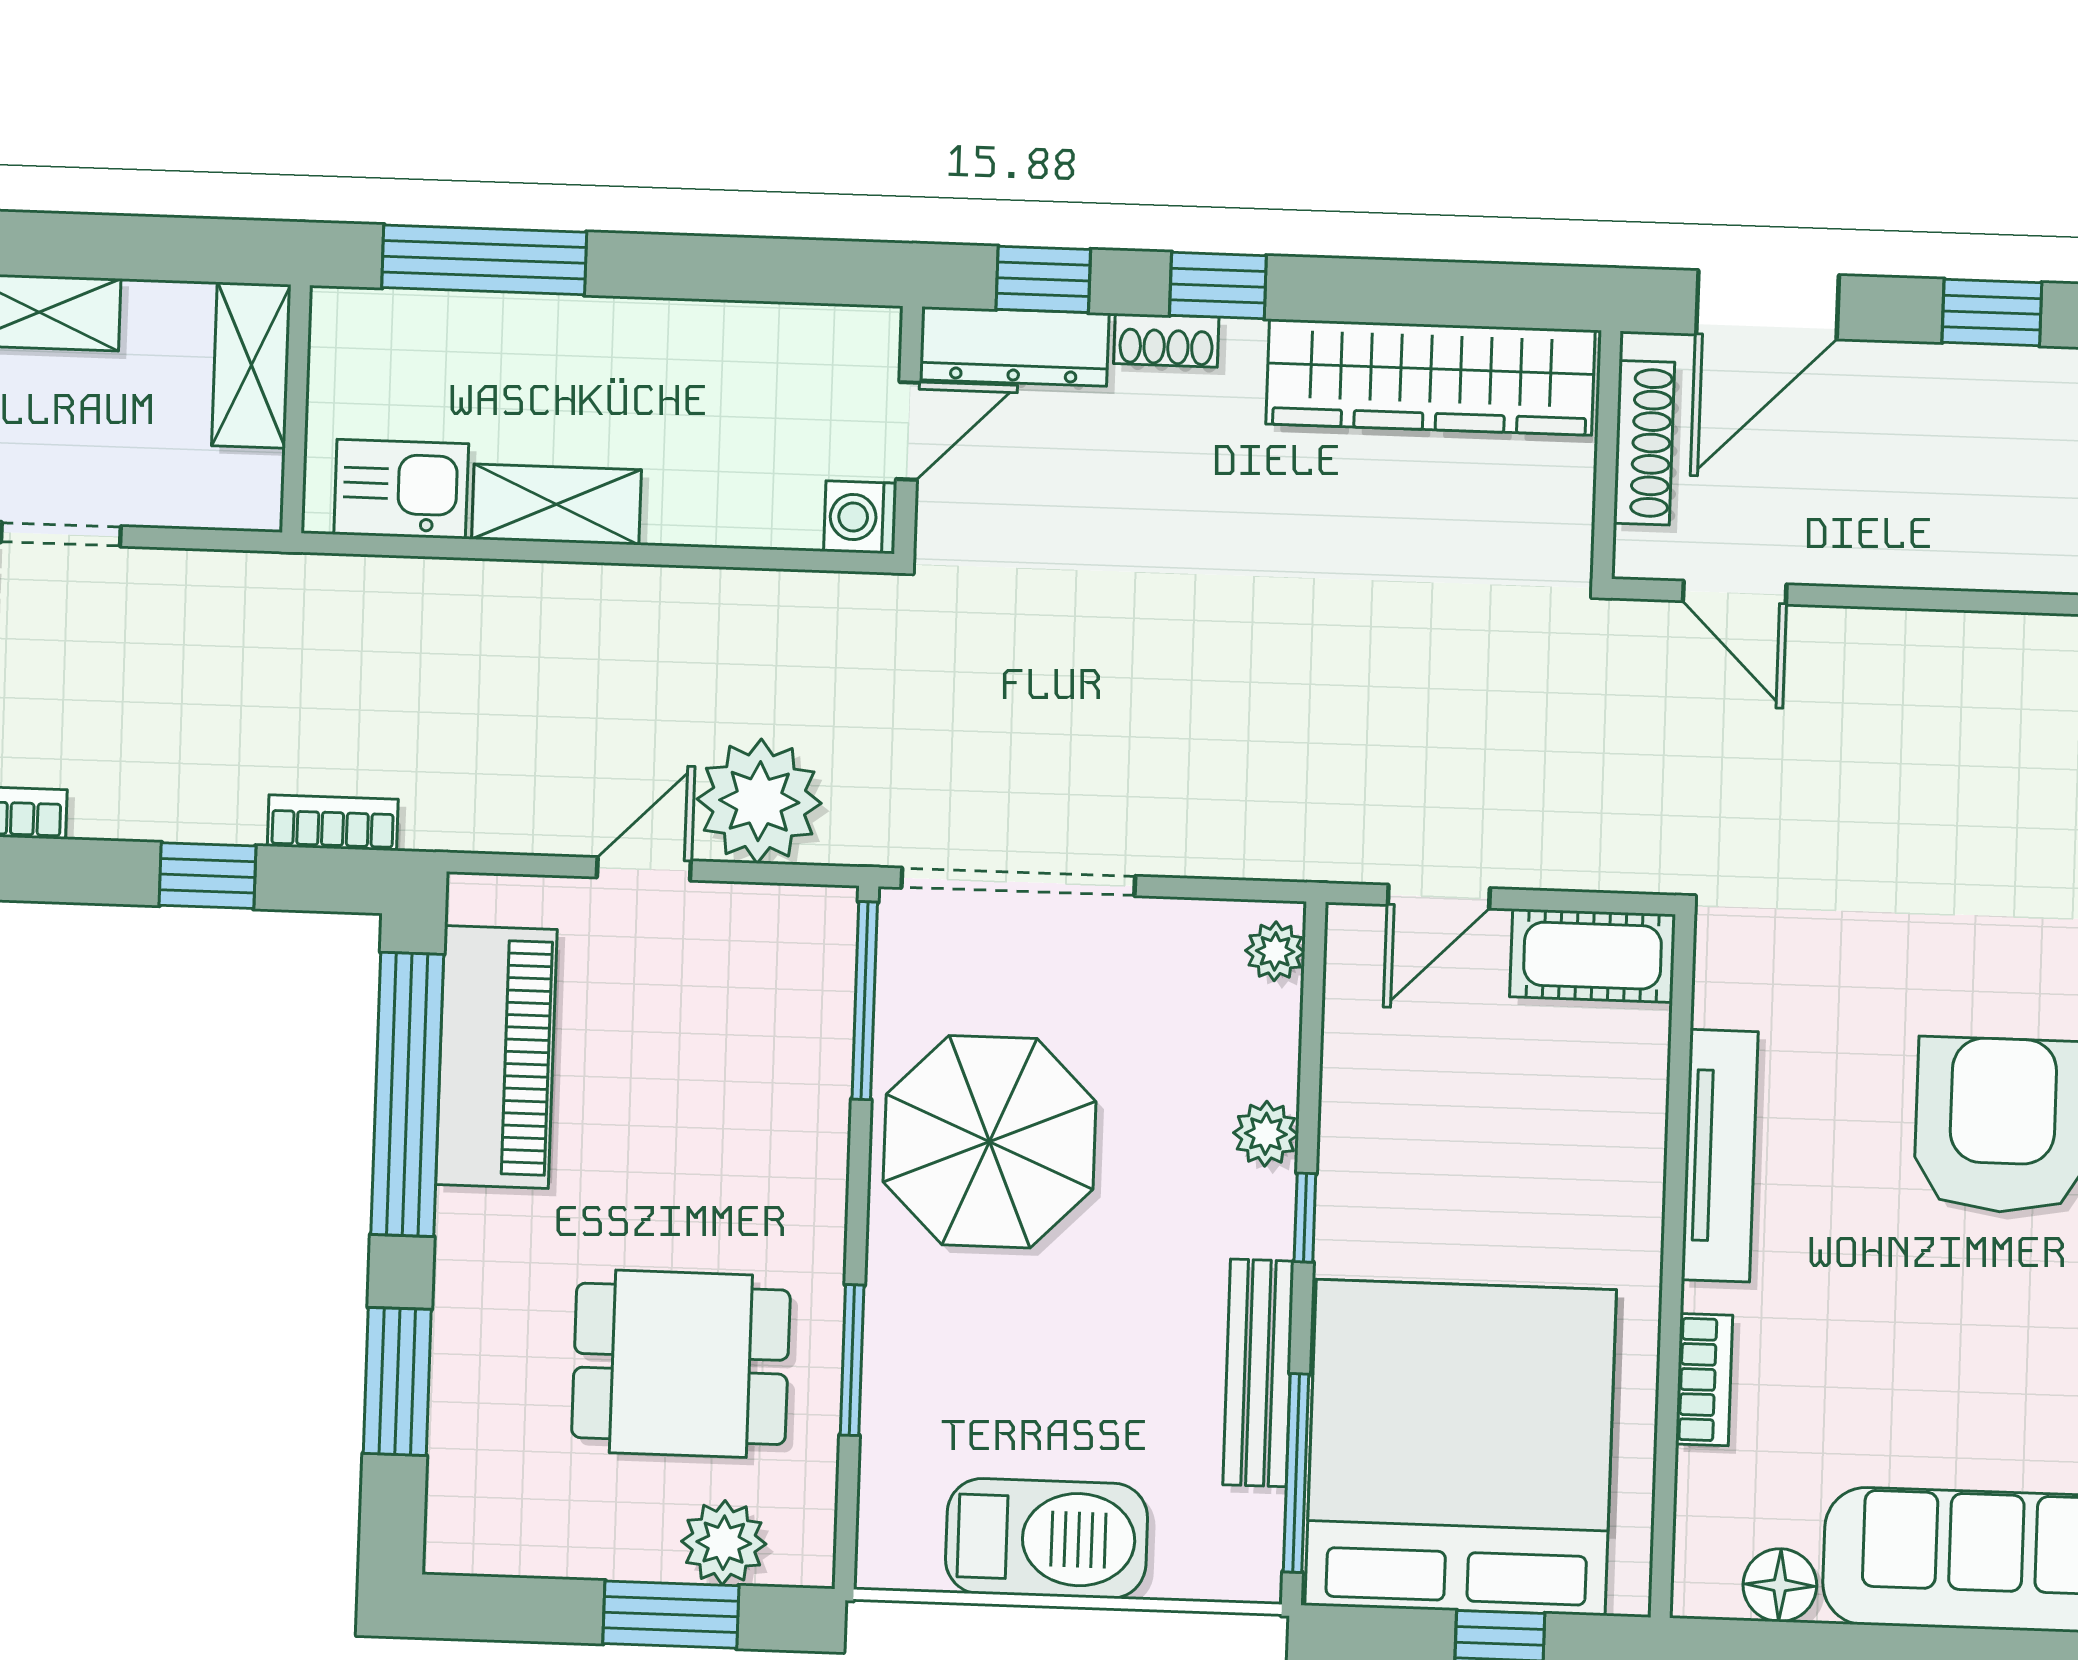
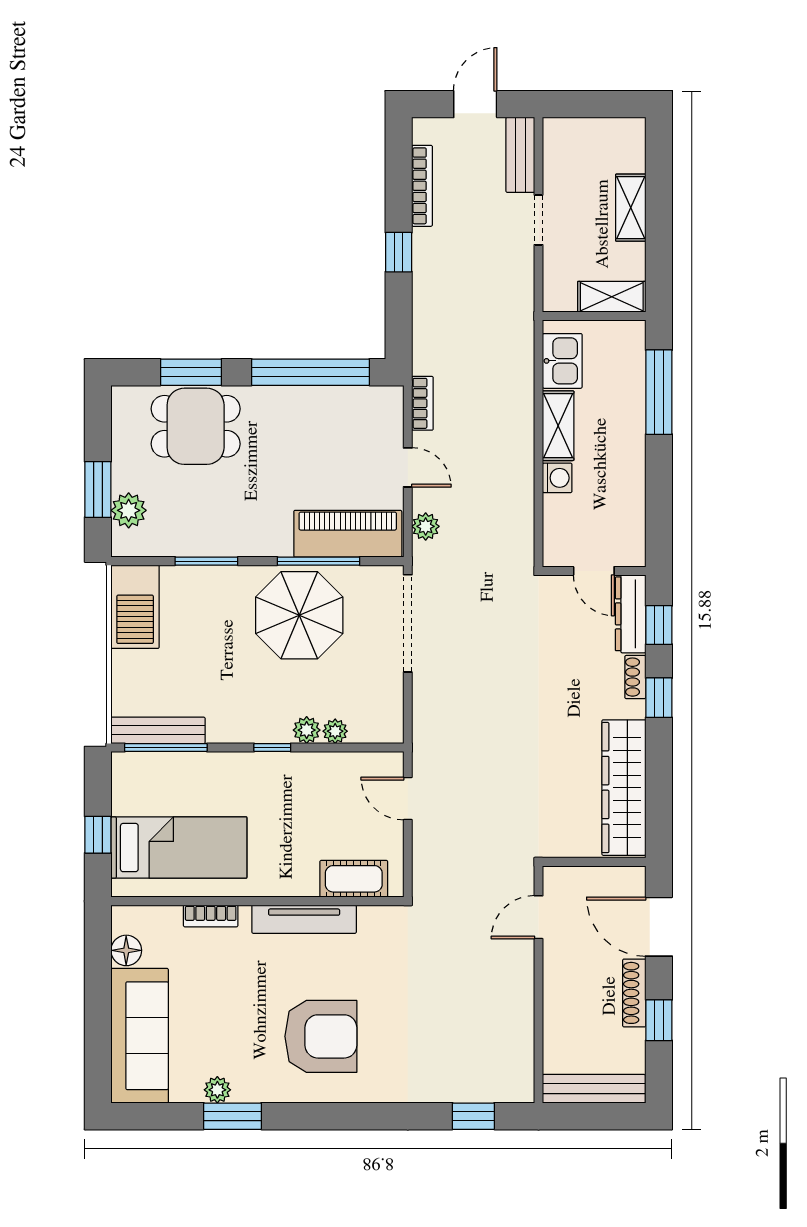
shoe rack: (1644, 443) -> (634, 993), moved, turned 90
washing machine: (860, 517) -> (557, 478), moved, turned 90
plant: (759, 801) -> (426, 526), width x0.53, depth x0.53
bookcase: (333, 823) -> (422, 403), moved
window: (207, 876) -> (399, 252), moved
plant: (1275, 951) -> (335, 731), moved
cot: (1593, 956) -> (354, 879), moved, turned 90
window: (865, 1001) -> (319, 561), moved
piano: (496, 1057) -> (348, 534), moved, turned 180
dining table: (681, 1364) -> (196, 426), moved, turned 90
bench: (1258, 1373) -> (158, 730), moved
bed: (1461, 1448) -> (179, 848), width x0.49
barbecue: (1047, 1539) -> (135, 607), moved

